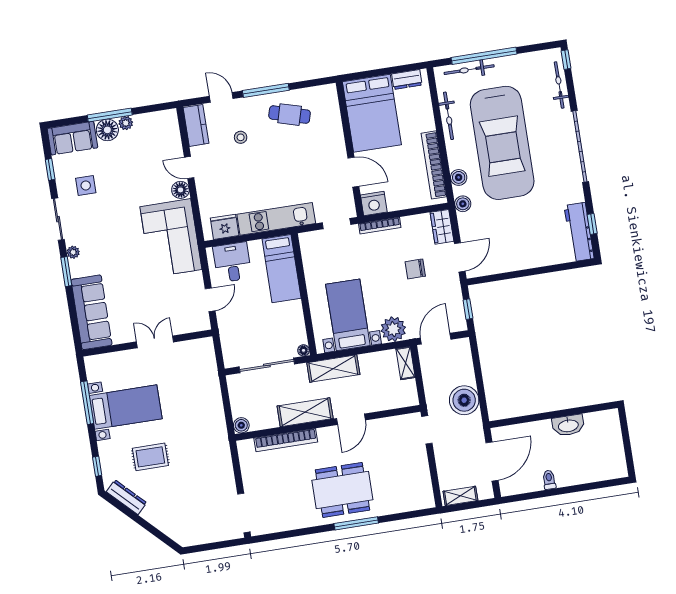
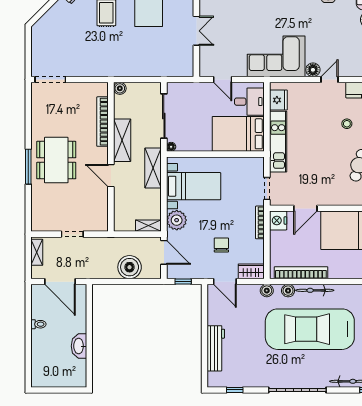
bicycle: (448, 116) -> (315, 290), moved
workbench: (579, 232) -> (216, 348), moved, turned 90
bed: (282, 269) -> (238, 134), width x1.50
boiler: (464, 400) -> (130, 267), moved
doorway: (427, 430) -> (72, 234), moved

